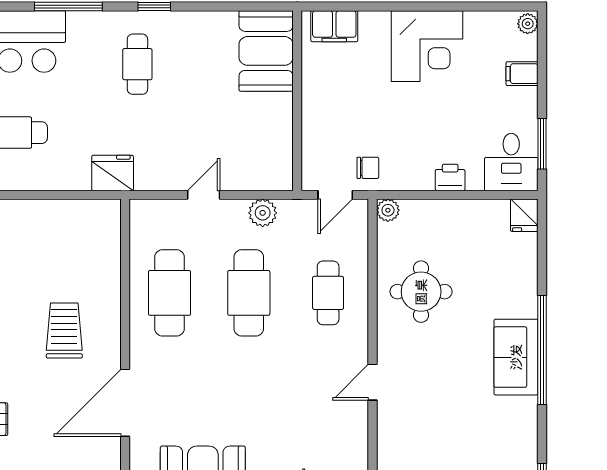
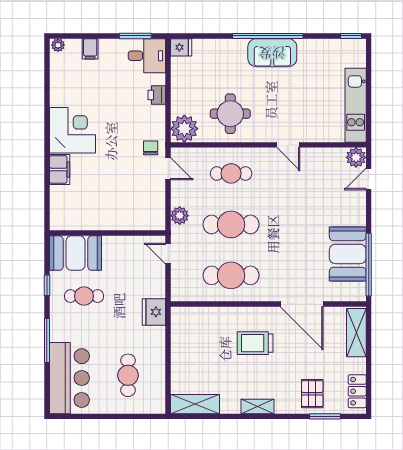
corner desk: (427, 46) -> (72, 130), moved
booth: (266, 51) -> (75, 253), moved
wall: (297, 101) -> (107, 233), moved
plant: (388, 210) -> (184, 129), width x1.88, depth x1.88

